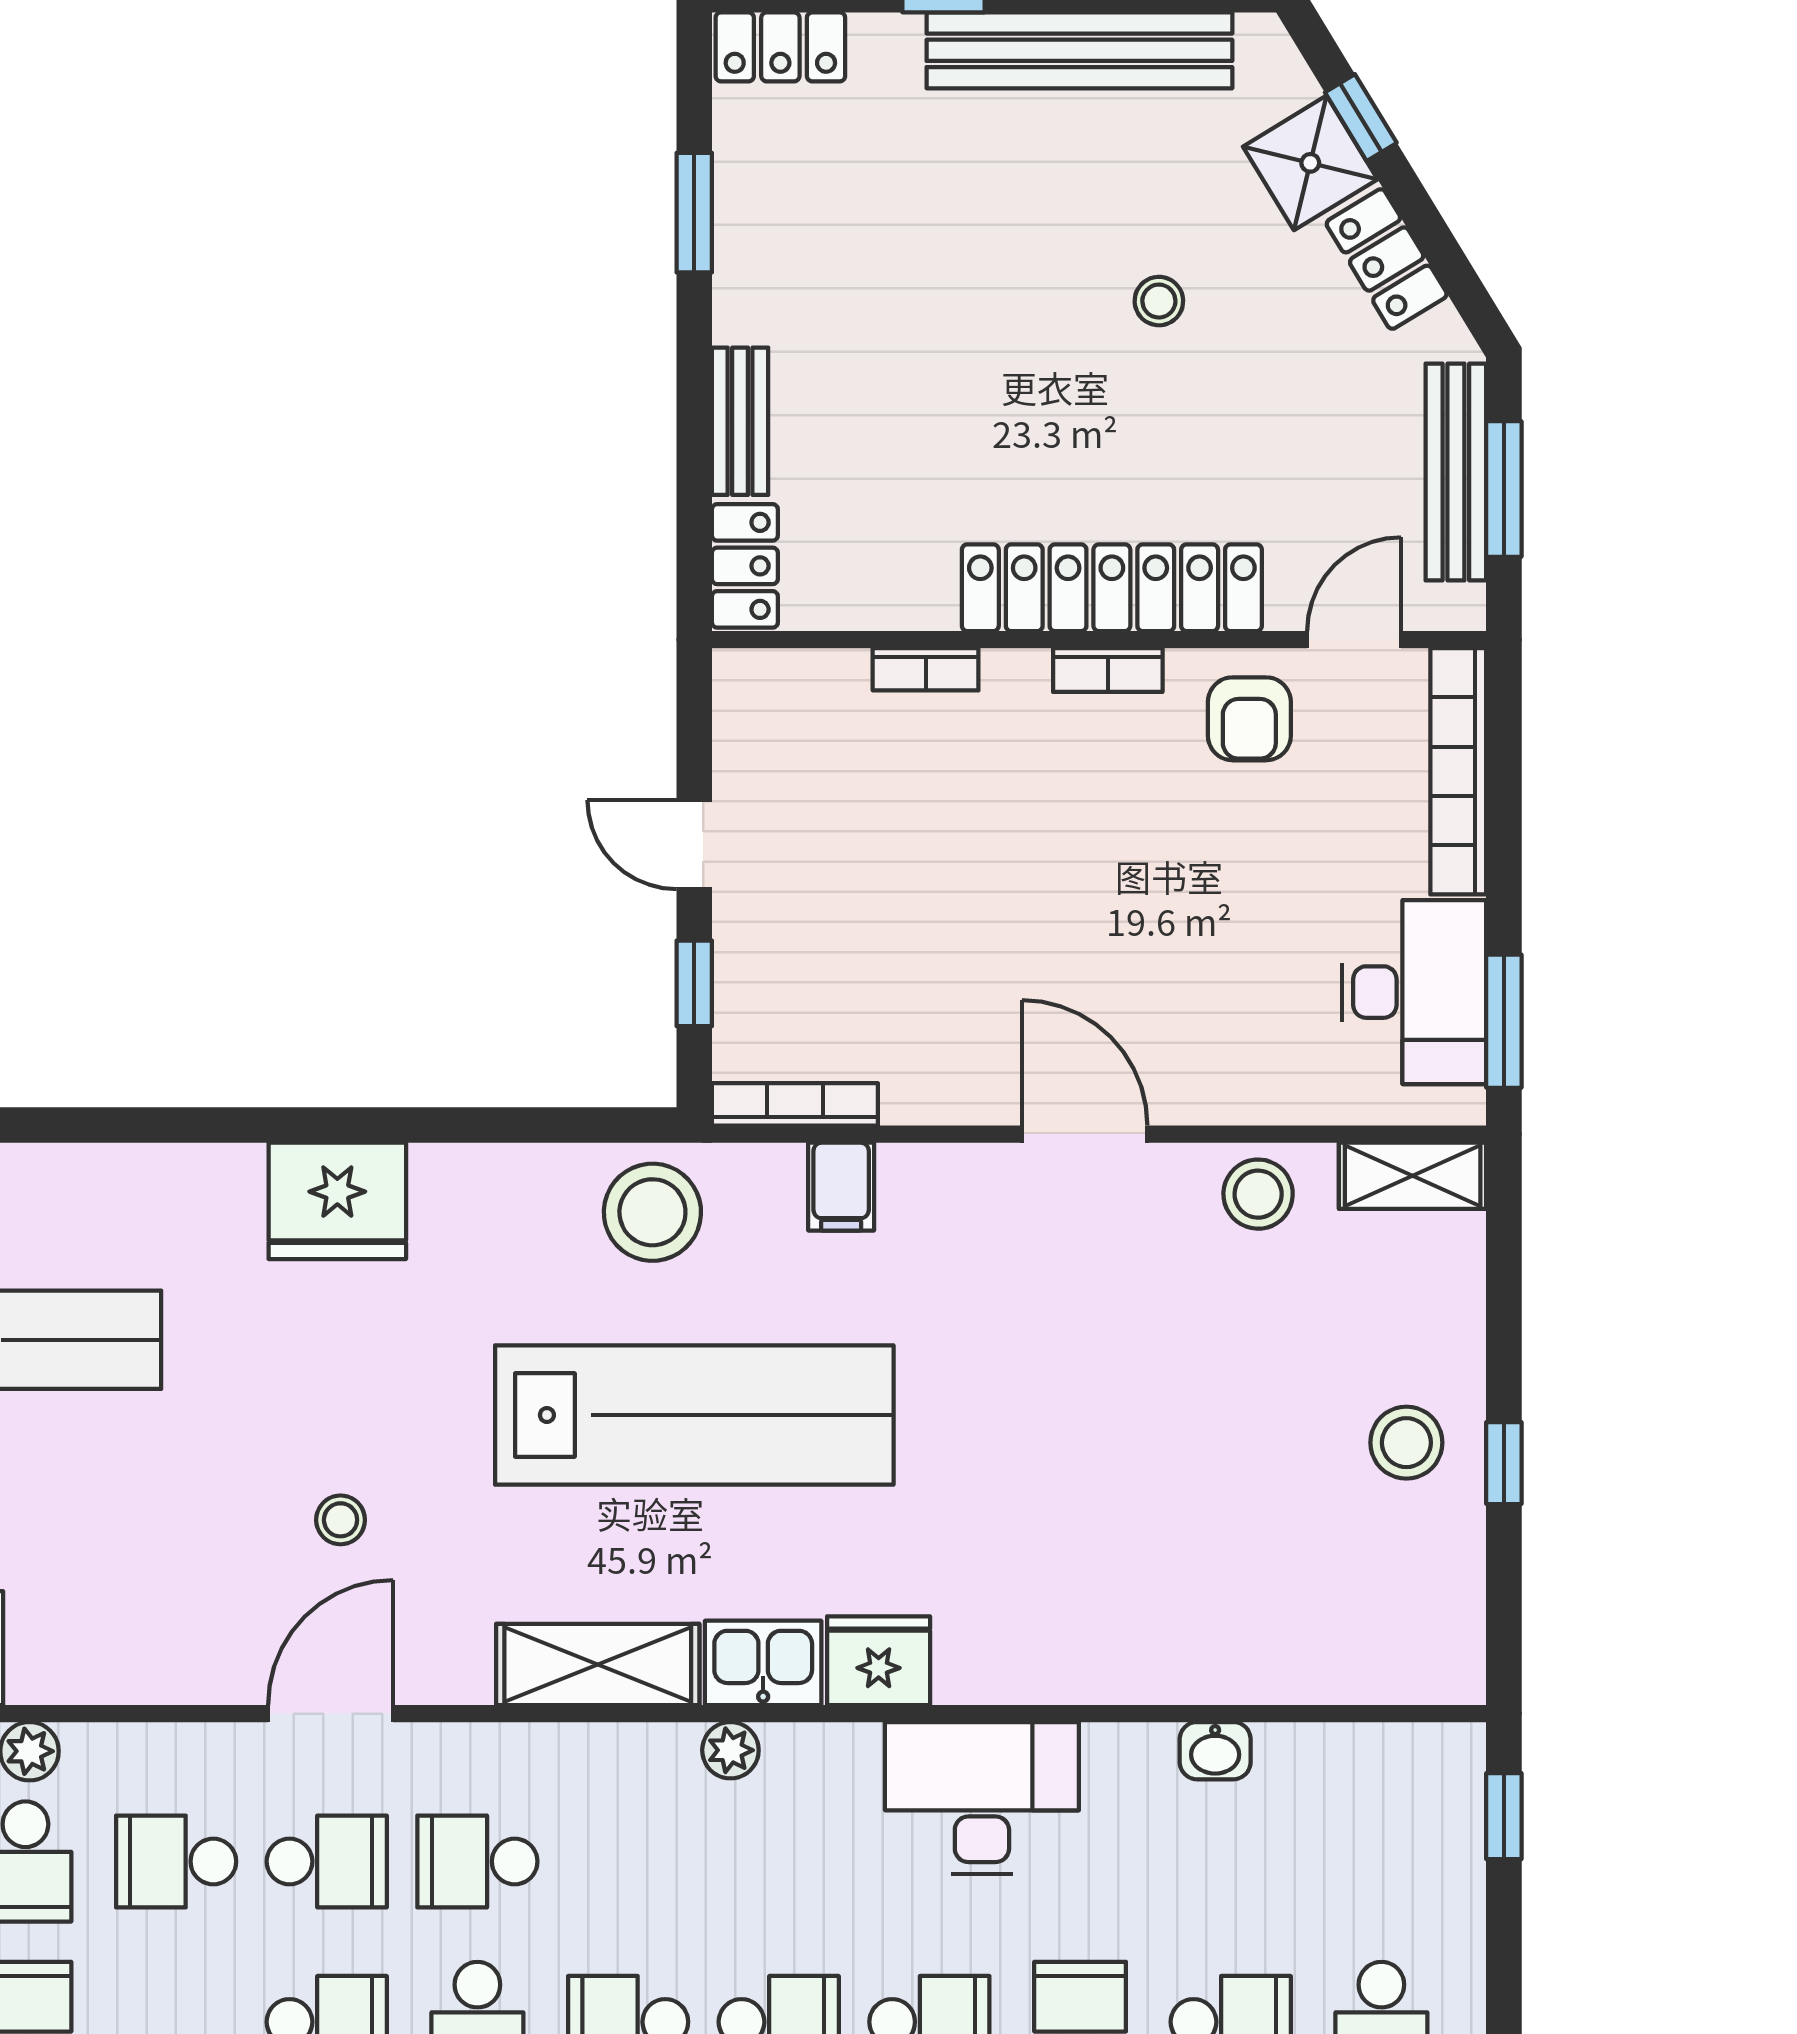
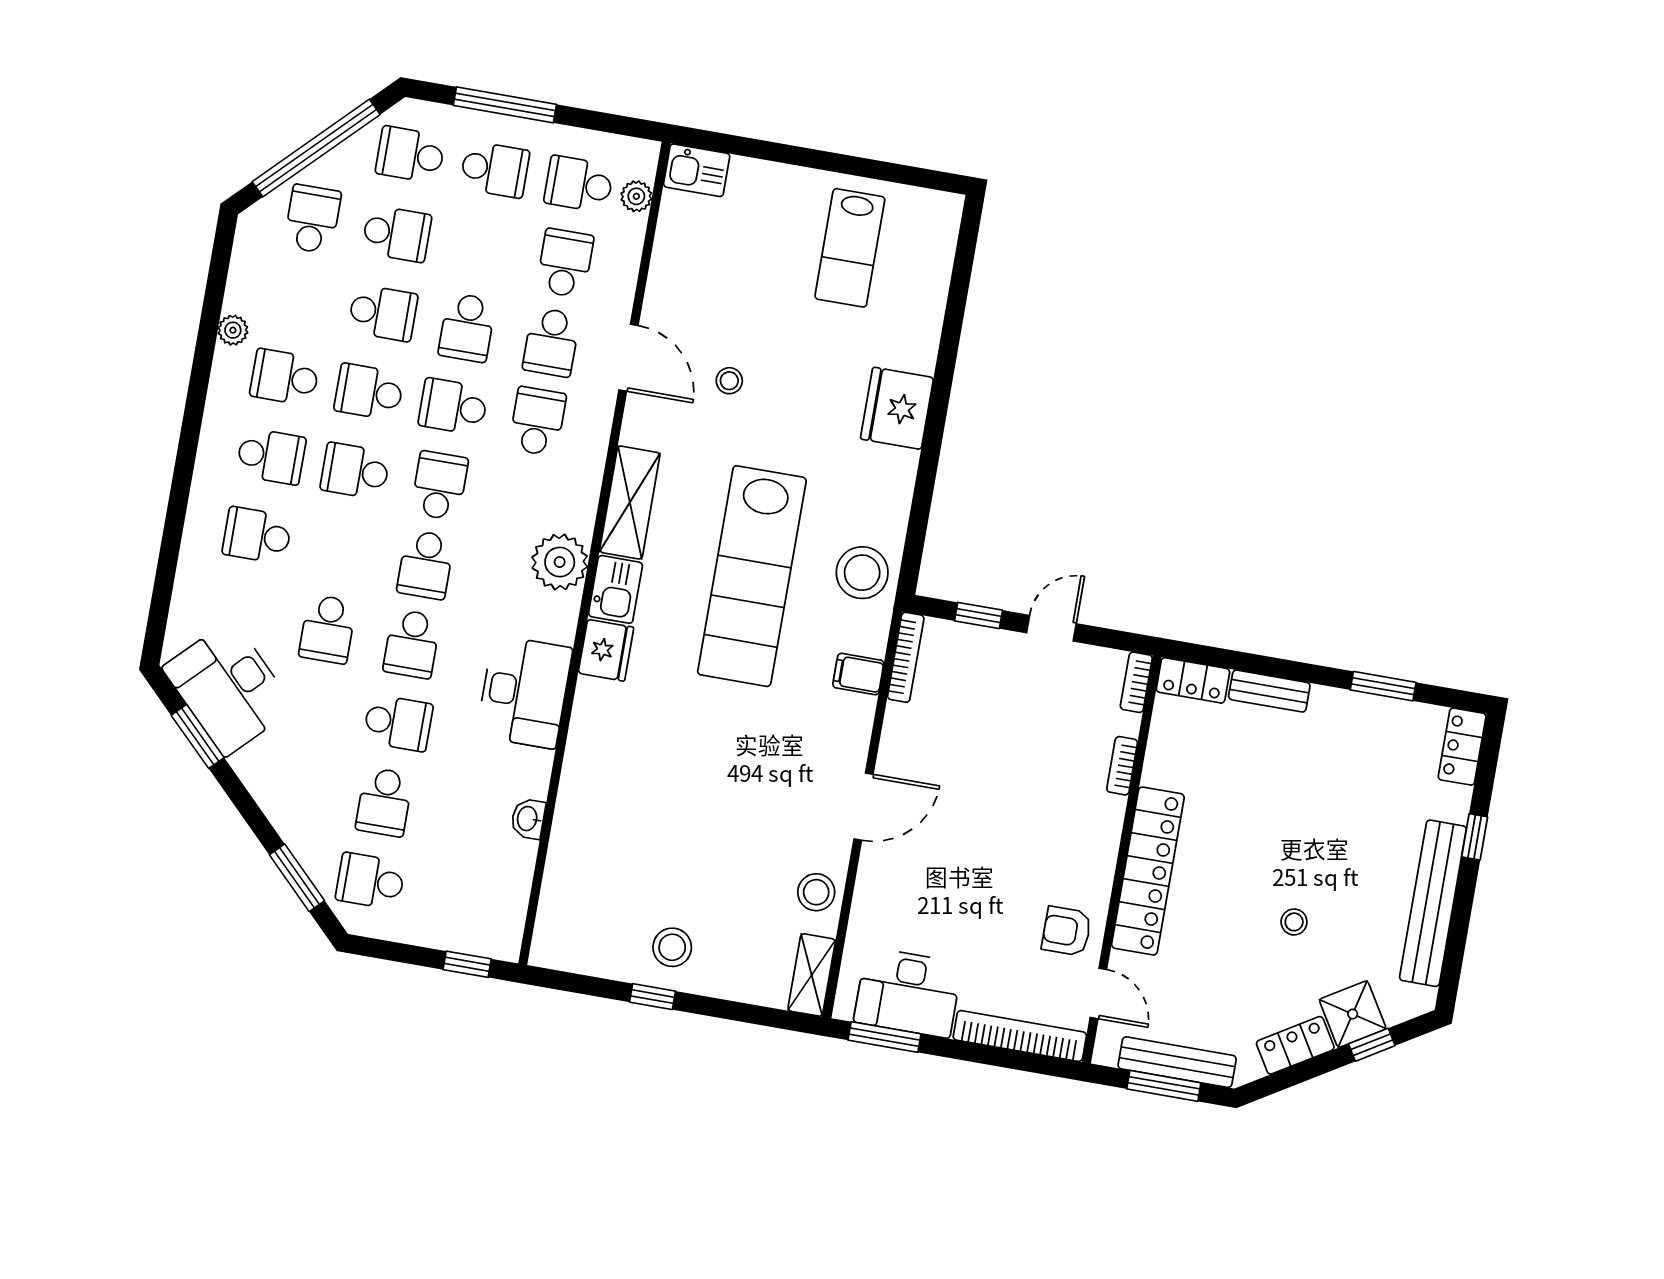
bookcase: (1108, 670) -> (1136, 682), moved
plant: (730, 1750) -> (560, 562), width x1.88, depth x1.88

